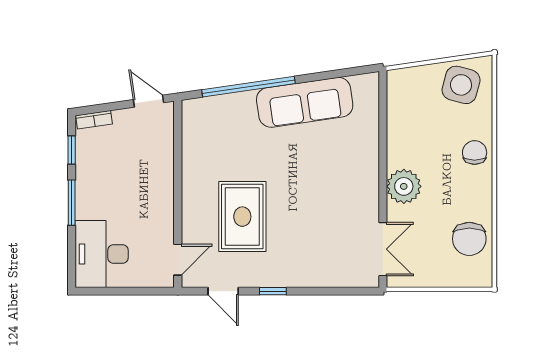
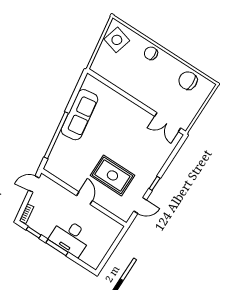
plant: (404, 186) -> (146, 95), removed
chair: (469, 239) -> (188, 81), turned 180
double door: (383, 249) -> (168, 122), swing flipped
desk: (102, 254) -> (70, 237), moved
door: (178, 260) -> (84, 198), moved

